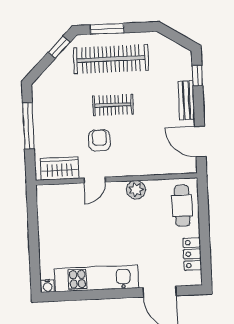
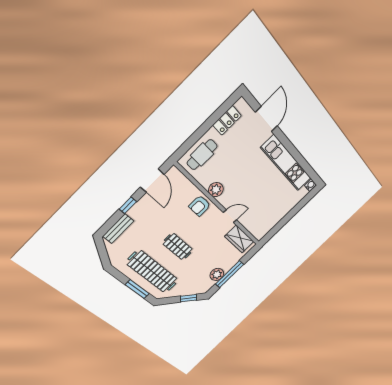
window: (59, 47) -> (189, 298), moved
window: (197, 76) -> (128, 205), moved
bench: (186, 100) -> (118, 229), moved
plant: (42, 114) -> (217, 274), added
armchair: (99, 140) -> (200, 206), moved

